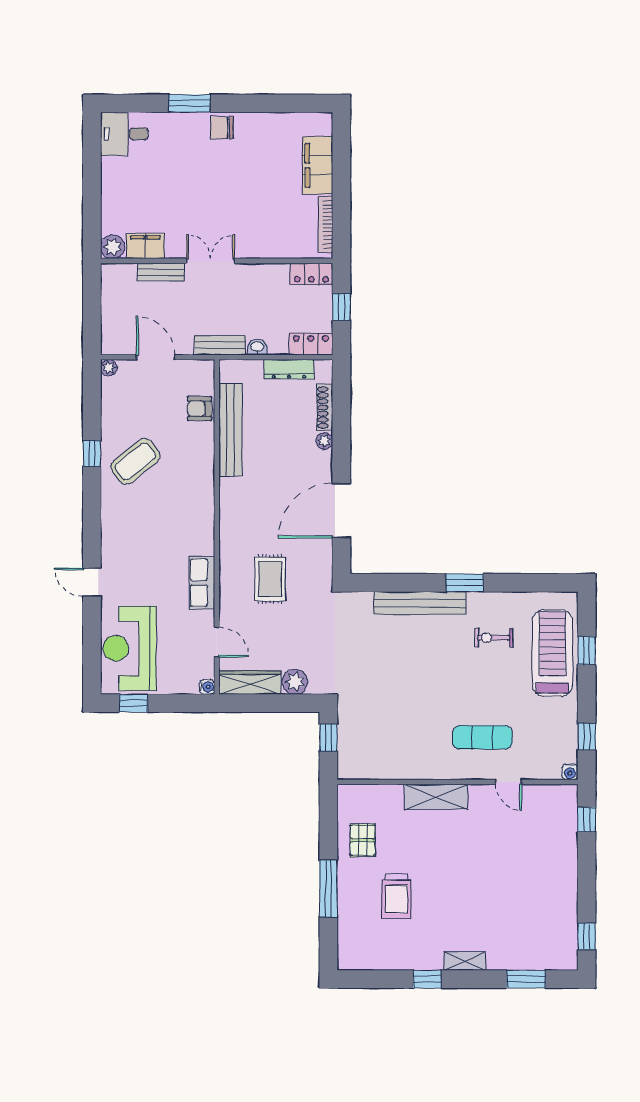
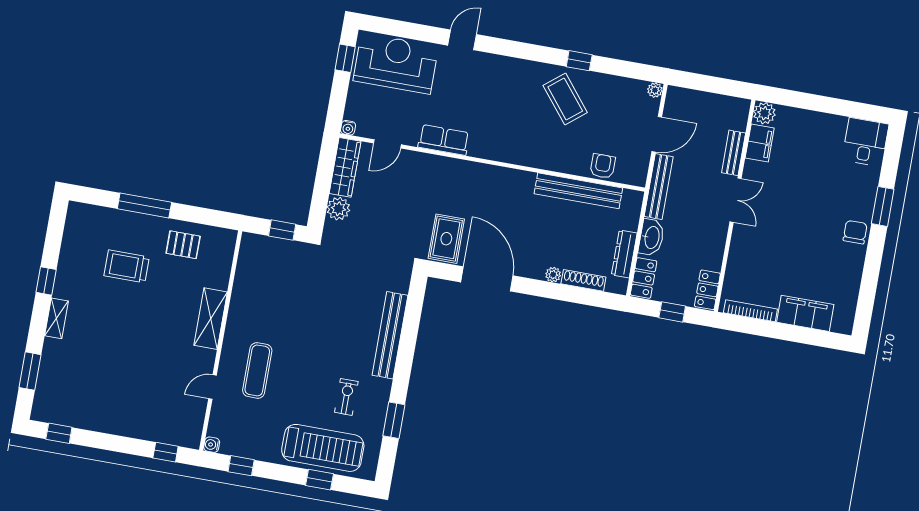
bench: (220, 345) -> (659, 187), width x1.36
washbasin: (257, 347) -> (651, 237), width x1.91, depth x1.45
rug: (270, 579) -> (446, 239), moved, turned 90
window: (465, 583) -> (394, 420), moved

